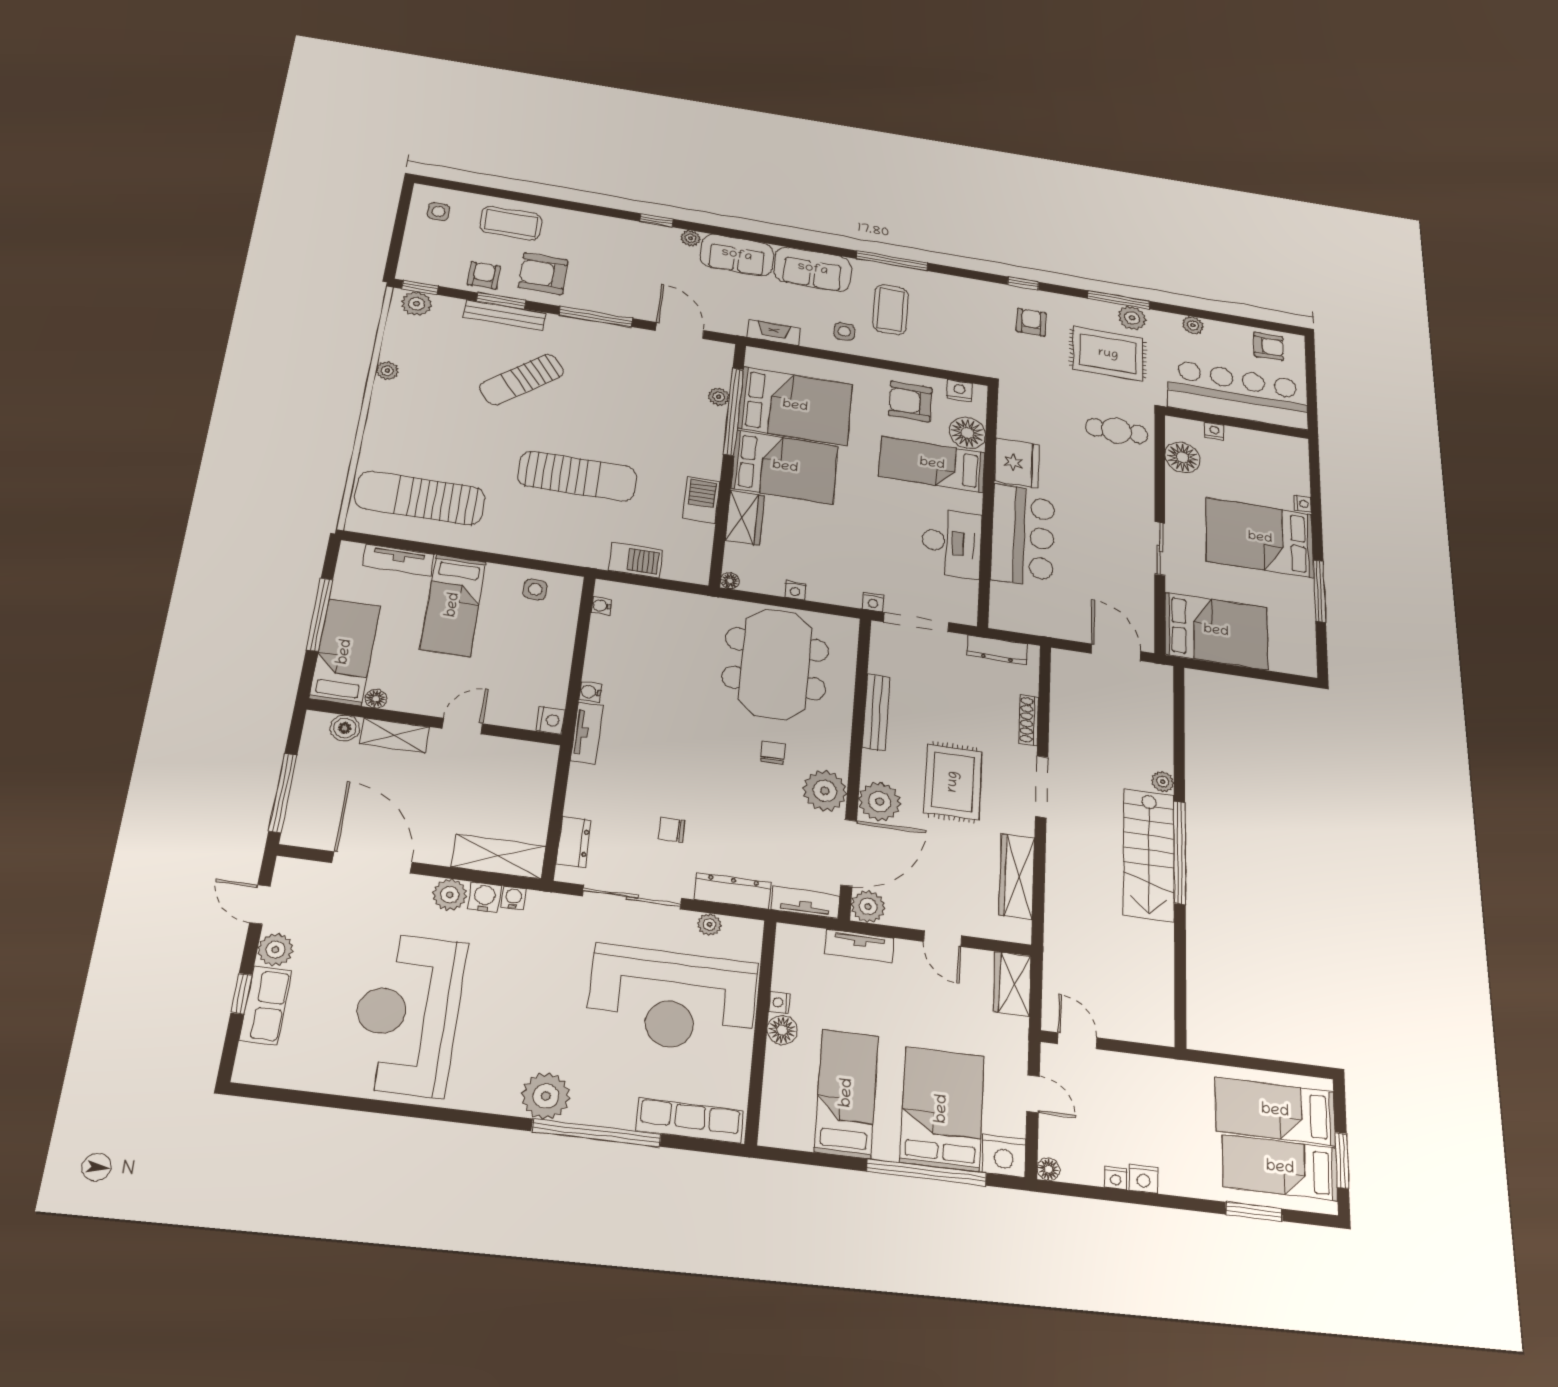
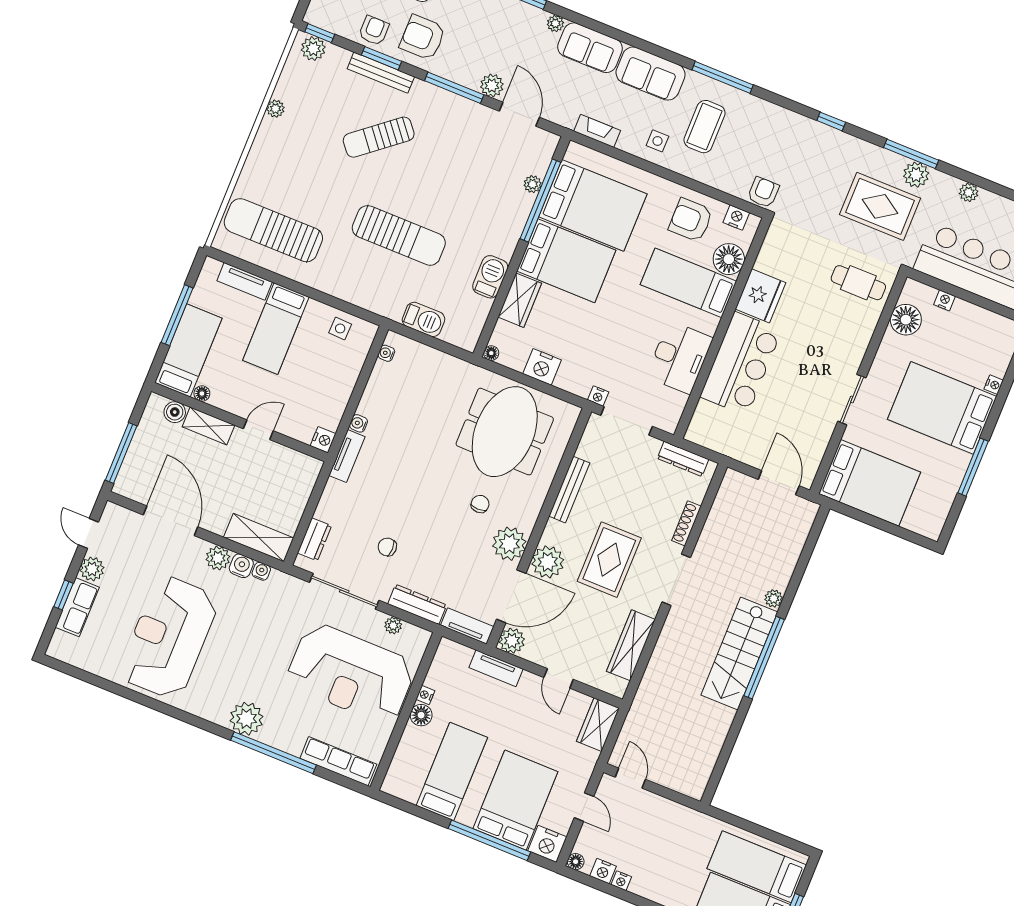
plant: (639, 308) -> (492, 86), added
armchair: (1031, 322) -> (763, 192), moved
nightstand: (795, 590) -> (542, 367), width x1.89, depth x1.79
nightstand: (1144, 1179) -> (603, 871), moved

